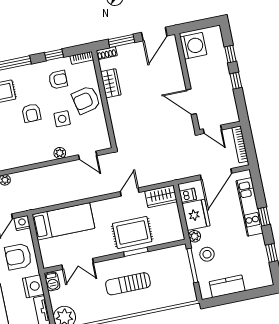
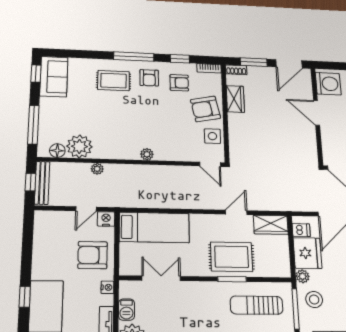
door: (191, 102) -> (317, 113), moved
armchair: (31, 113) -> (149, 78), moved
side table: (62, 119) -> (212, 136), moved
plant: (60, 153) -> (147, 154), moved
door: (88, 155) -> (210, 164), moved
double door: (78, 264) -> (161, 278), swing flipped
barbecue: (52, 281) -> (126, 310), moved
sun lounger: (128, 284) -> (257, 305), moved
nightstand: (33, 286) -> (107, 287), width x0.53, depth x0.56

